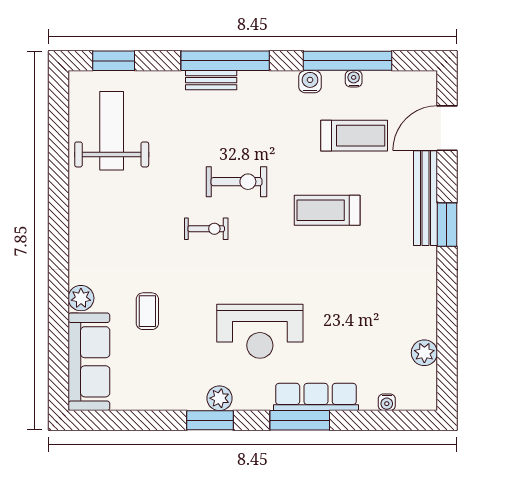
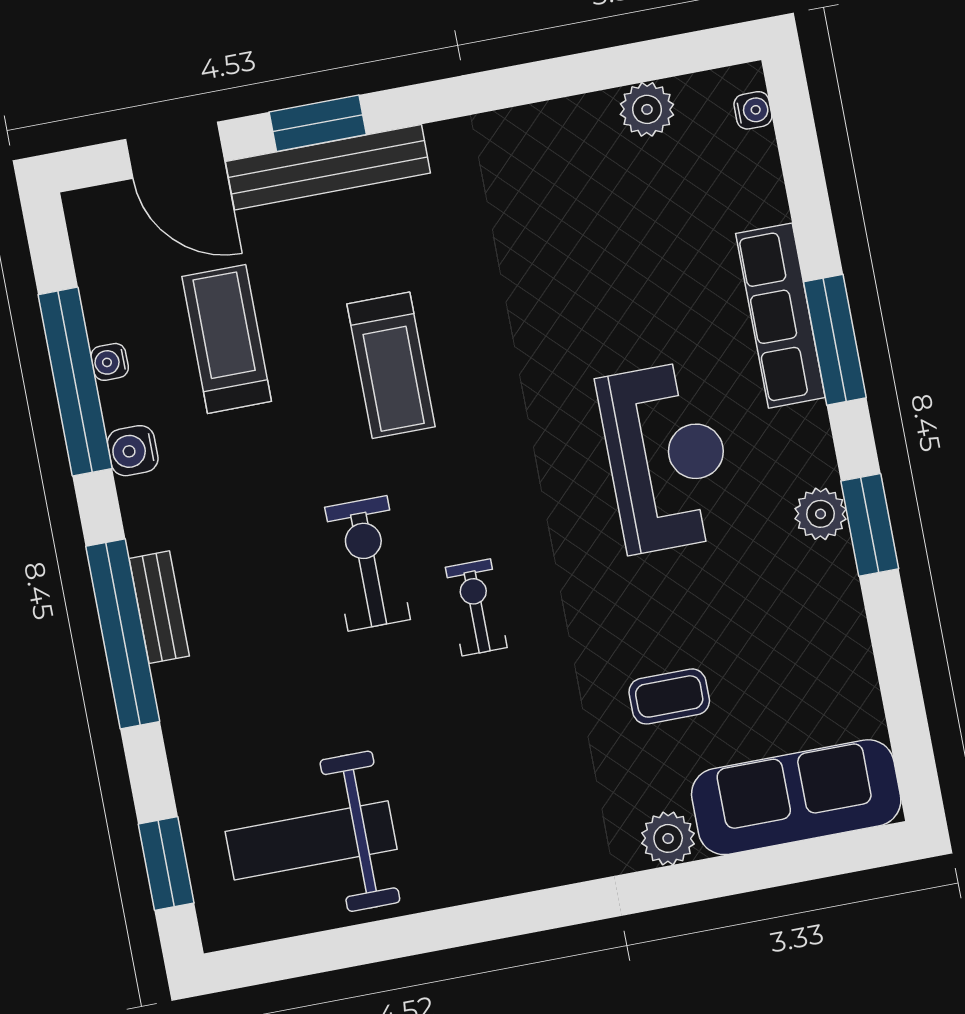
bench: (211, 80) -> (159, 607), moved
window: (447, 225) -> (318, 123), moved
water cooler: (387, 402) -> (753, 110), moved

